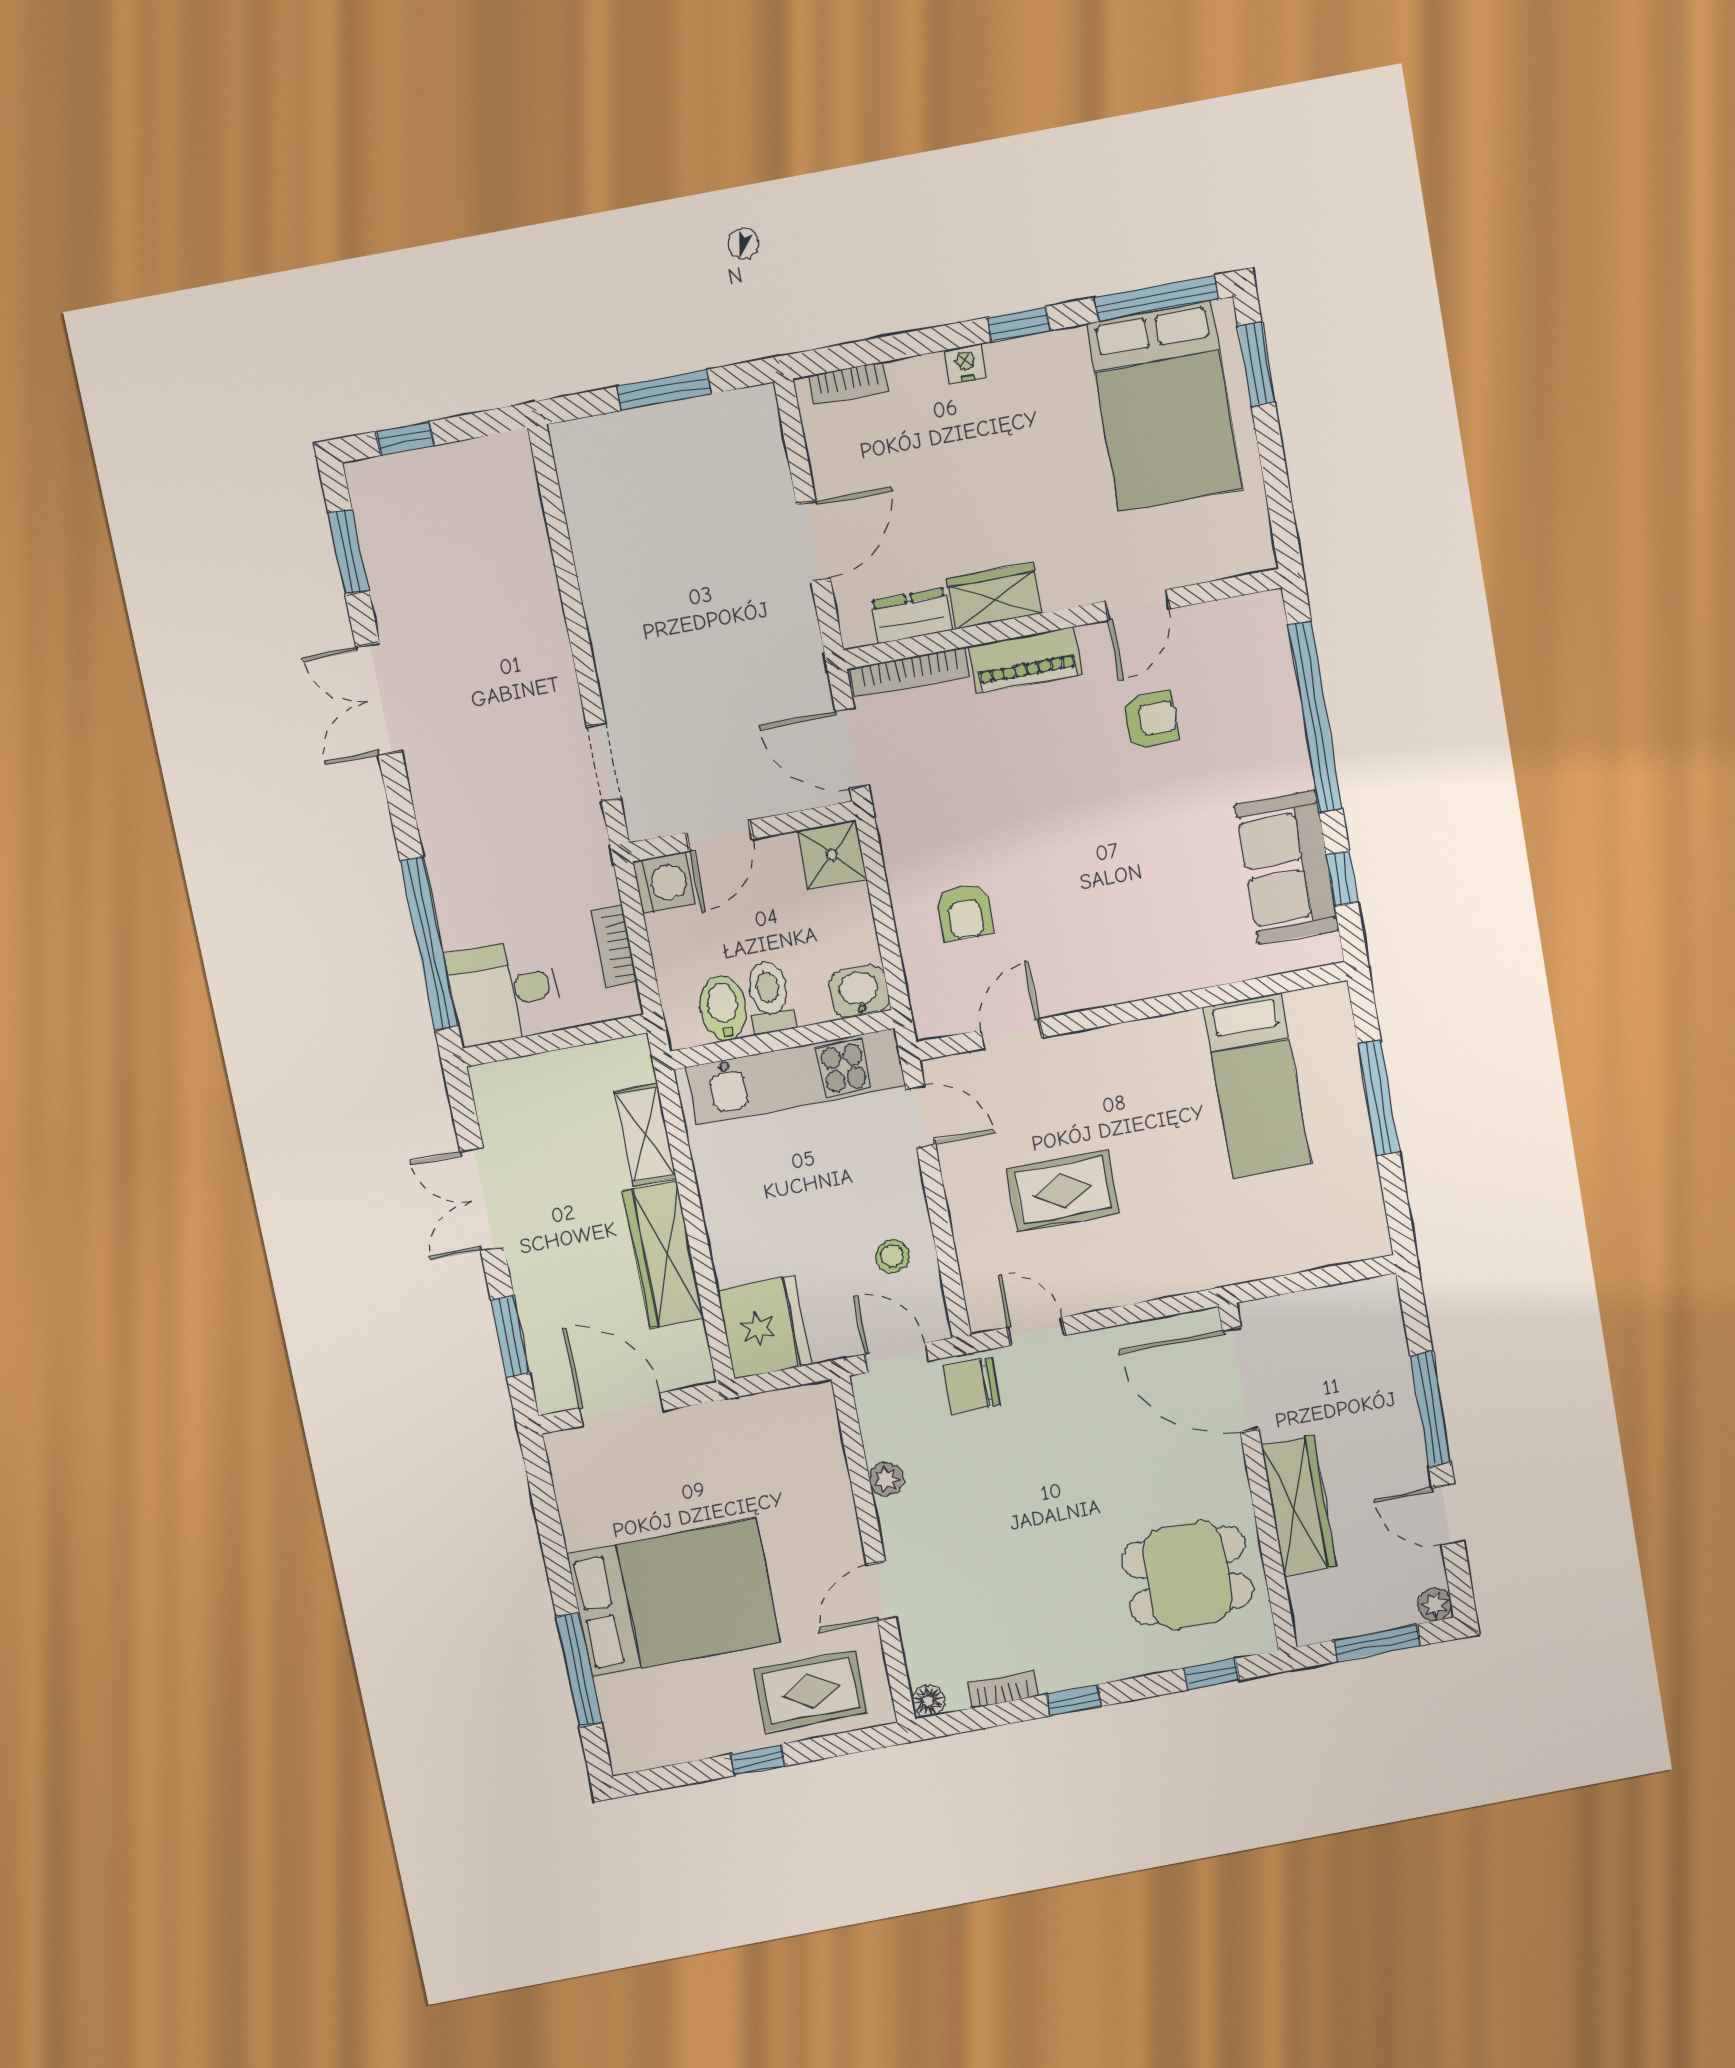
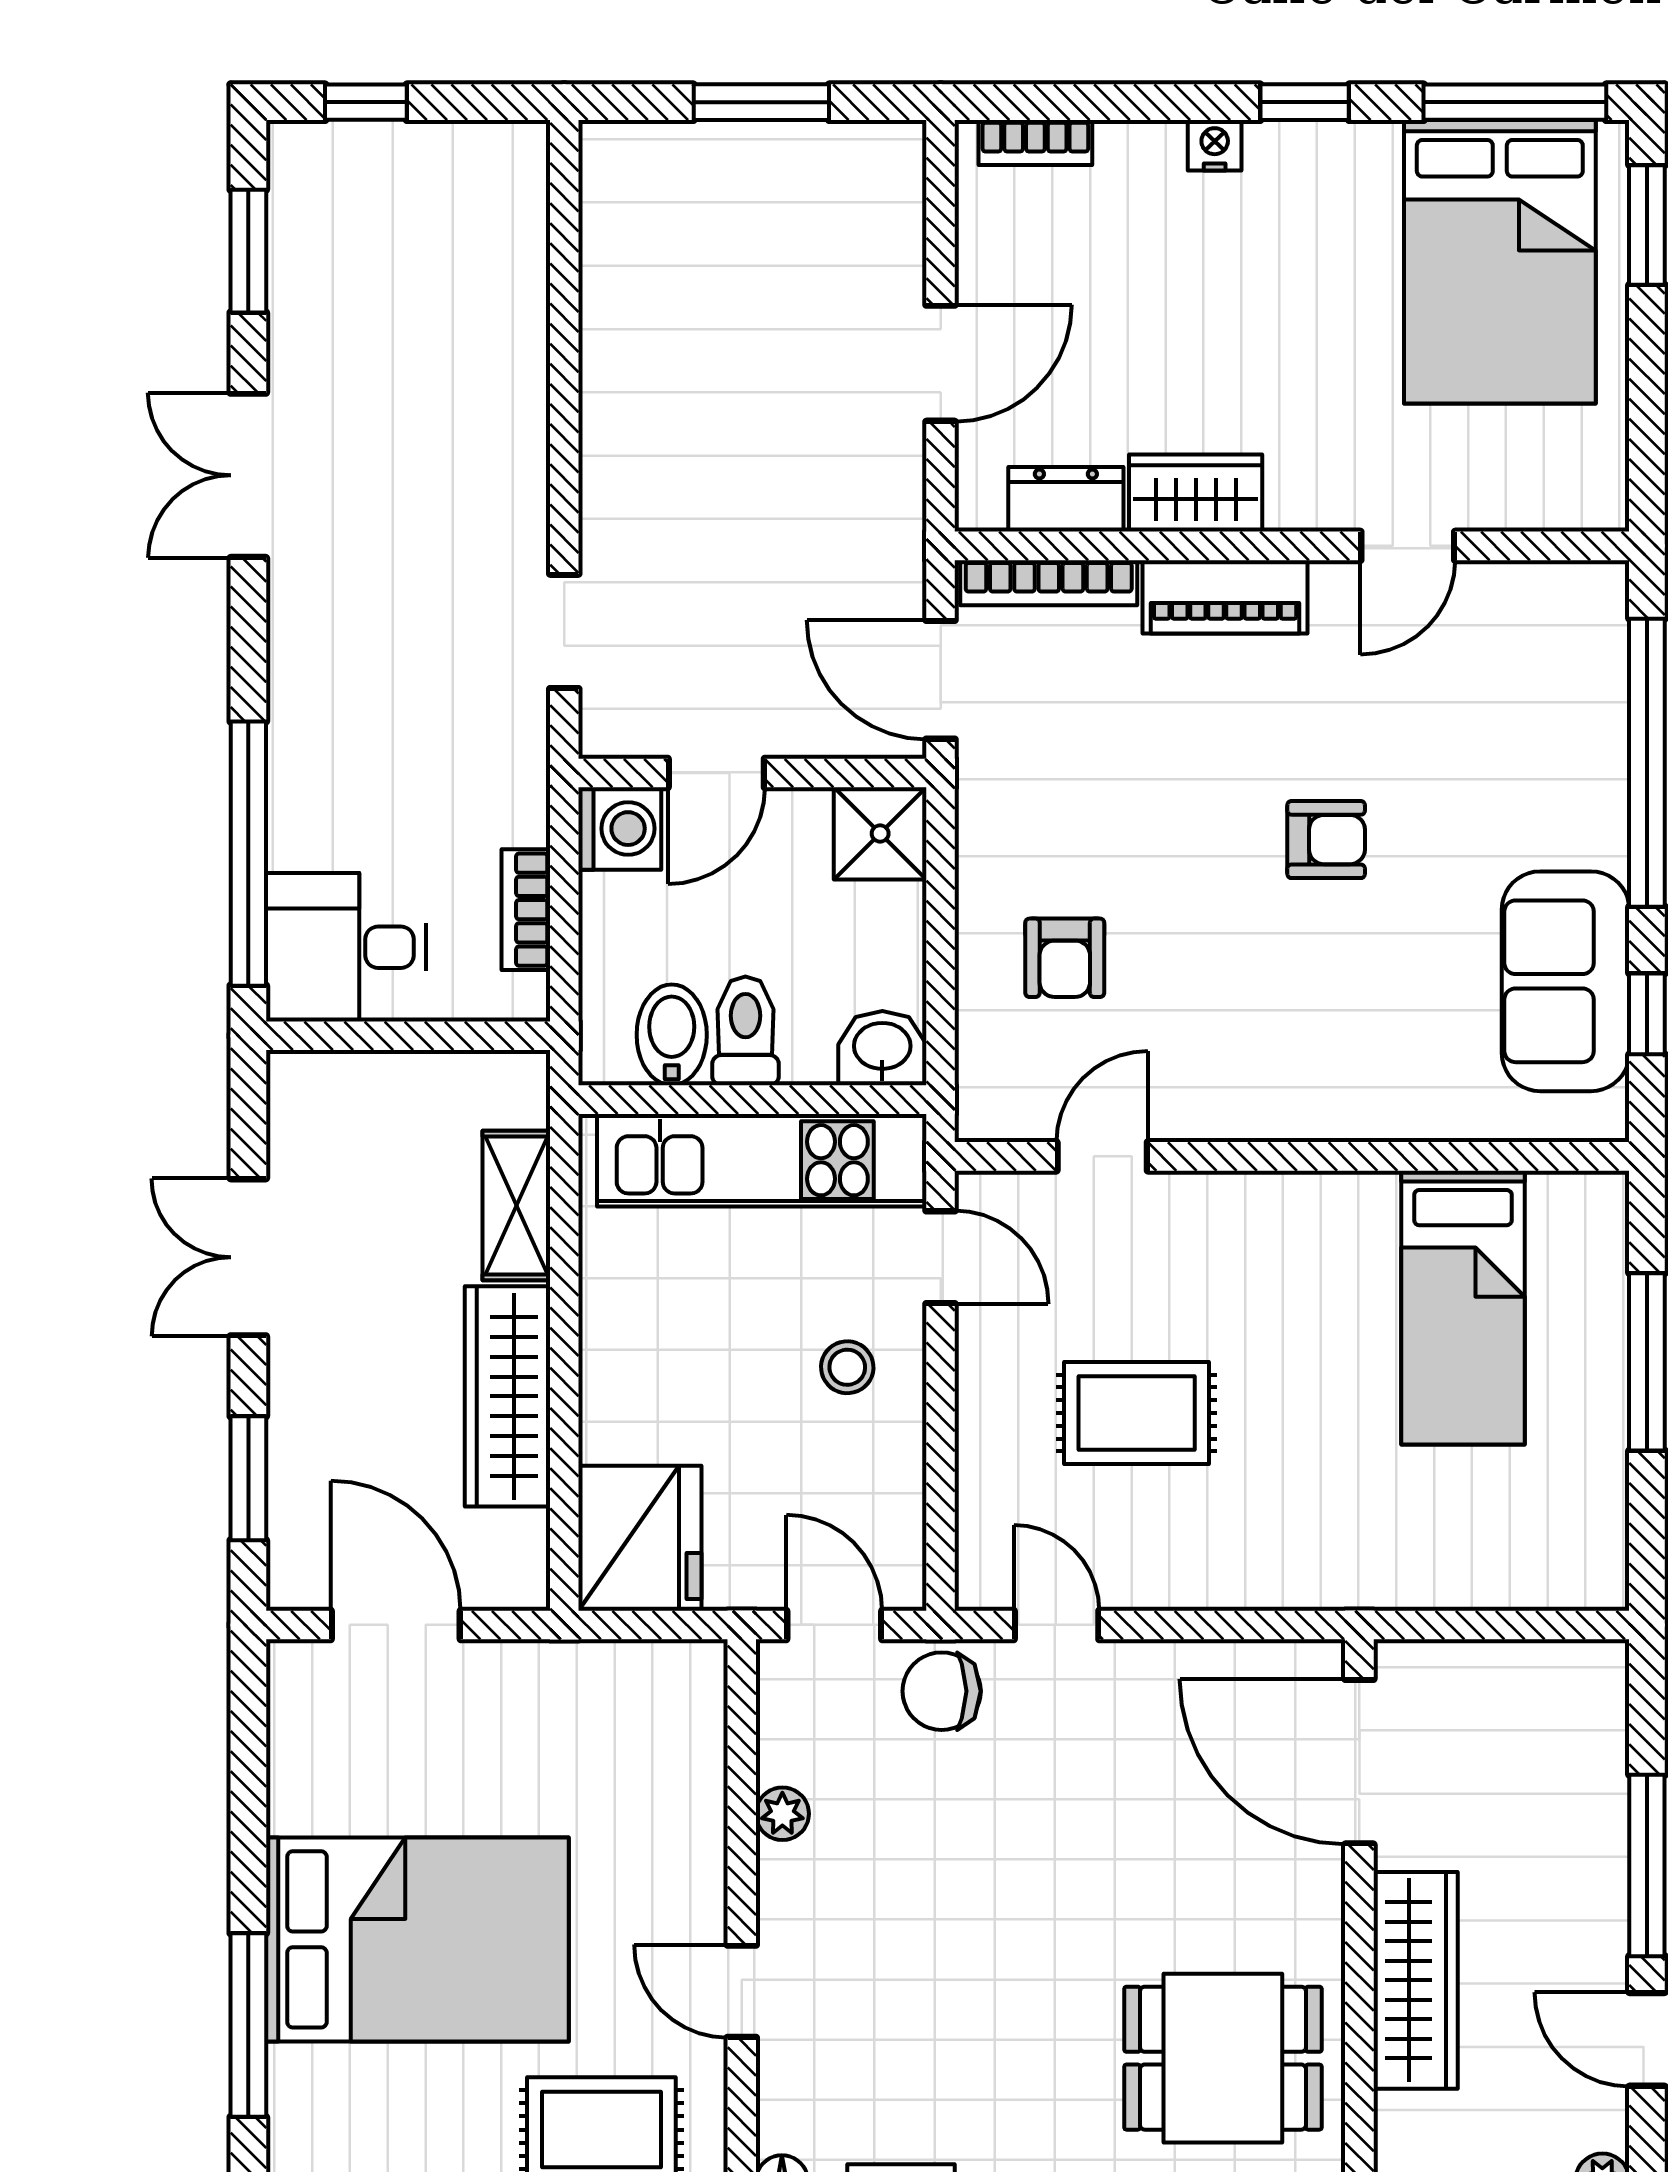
armchair: (1151, 720) -> (1326, 840), moved
stool: (892, 1256) -> (847, 1367), moved
door: (881, 1592) -> (742, 1991), hinge flipped

